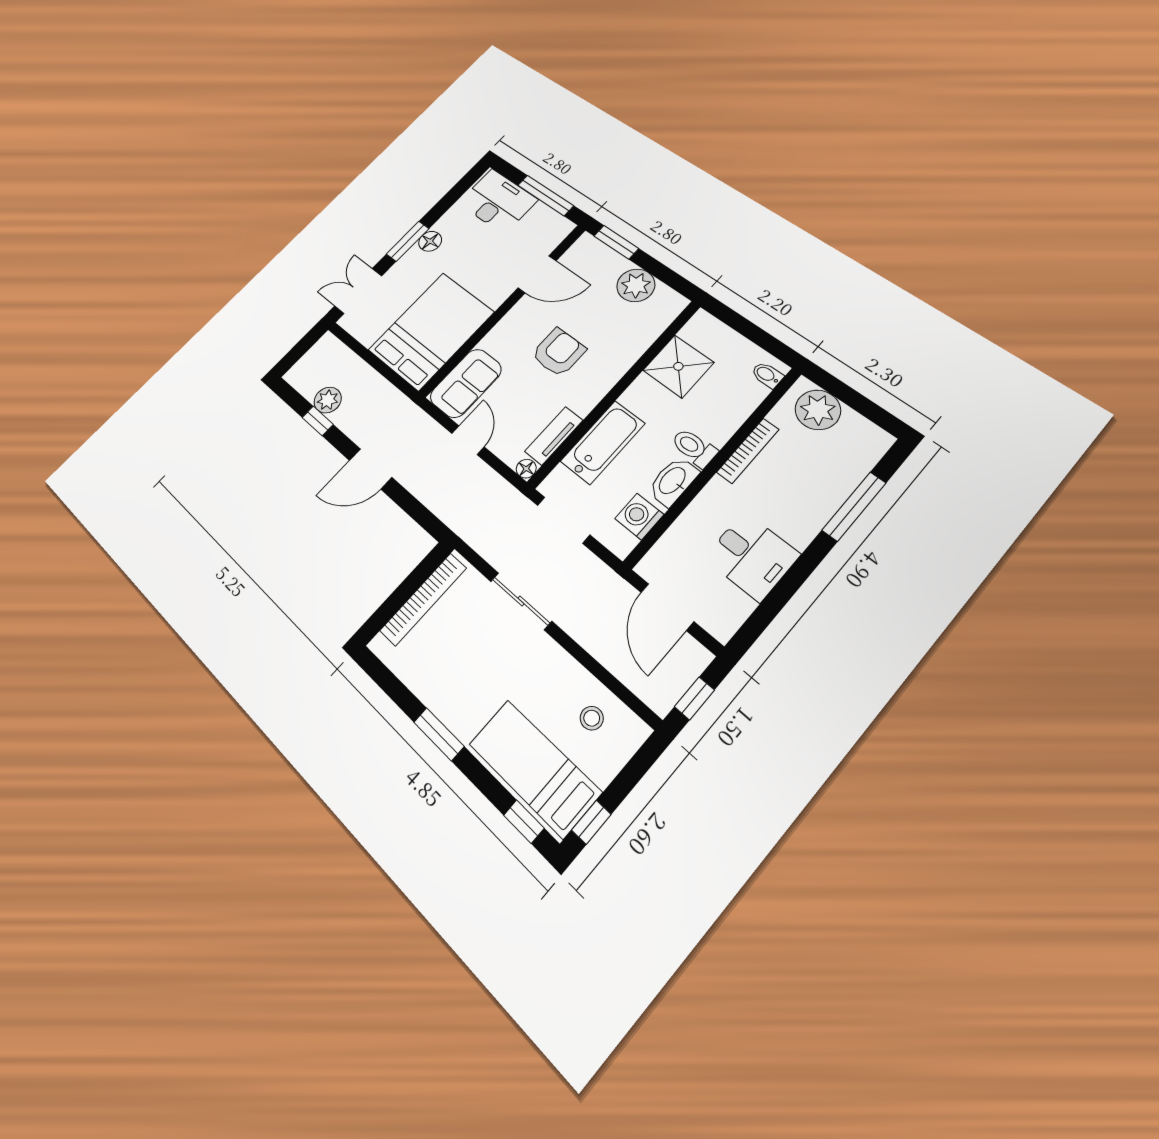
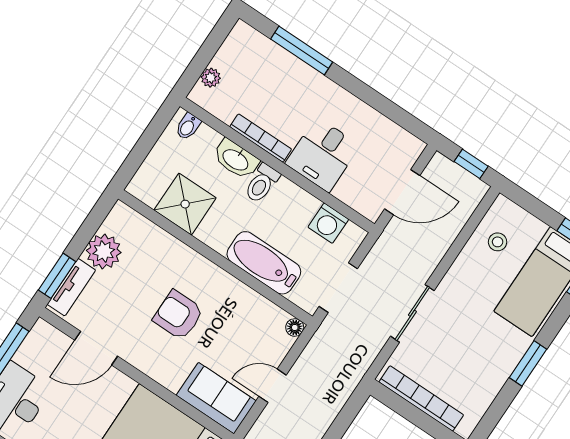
door: (537, 274) -> (96, 348), swing flipped
plant: (818, 410) -> (211, 78), width x0.53, depth x0.53
tv unit: (554, 436) -> (71, 287), moved, turned -90
washbasin: (673, 481) -> (236, 159), moved
desk: (752, 556) -> (323, 155), moved, turned 180

